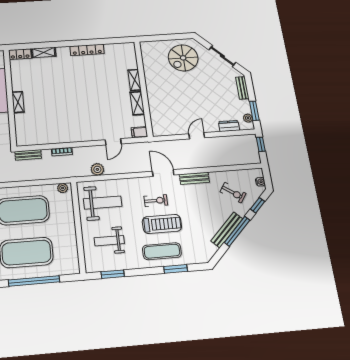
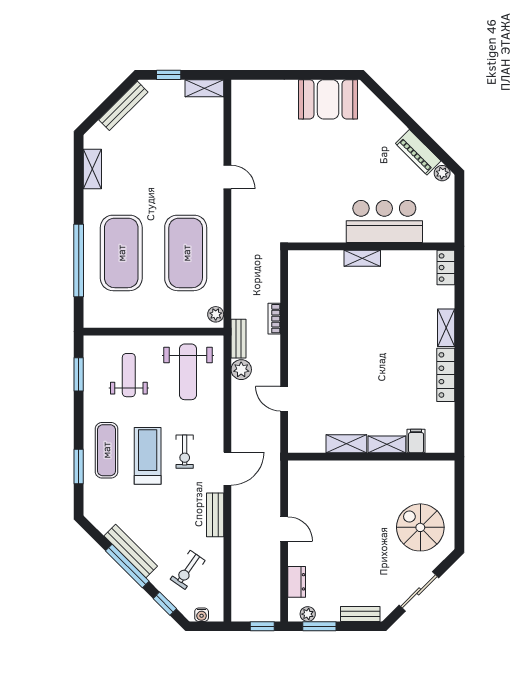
shelving: (44, 52) -> (446, 328), moved
filing cabinet: (139, 132) -> (416, 441), moved
bench: (28, 155) -> (239, 339), moved
treadmill: (162, 224) -> (148, 456), turned 180

